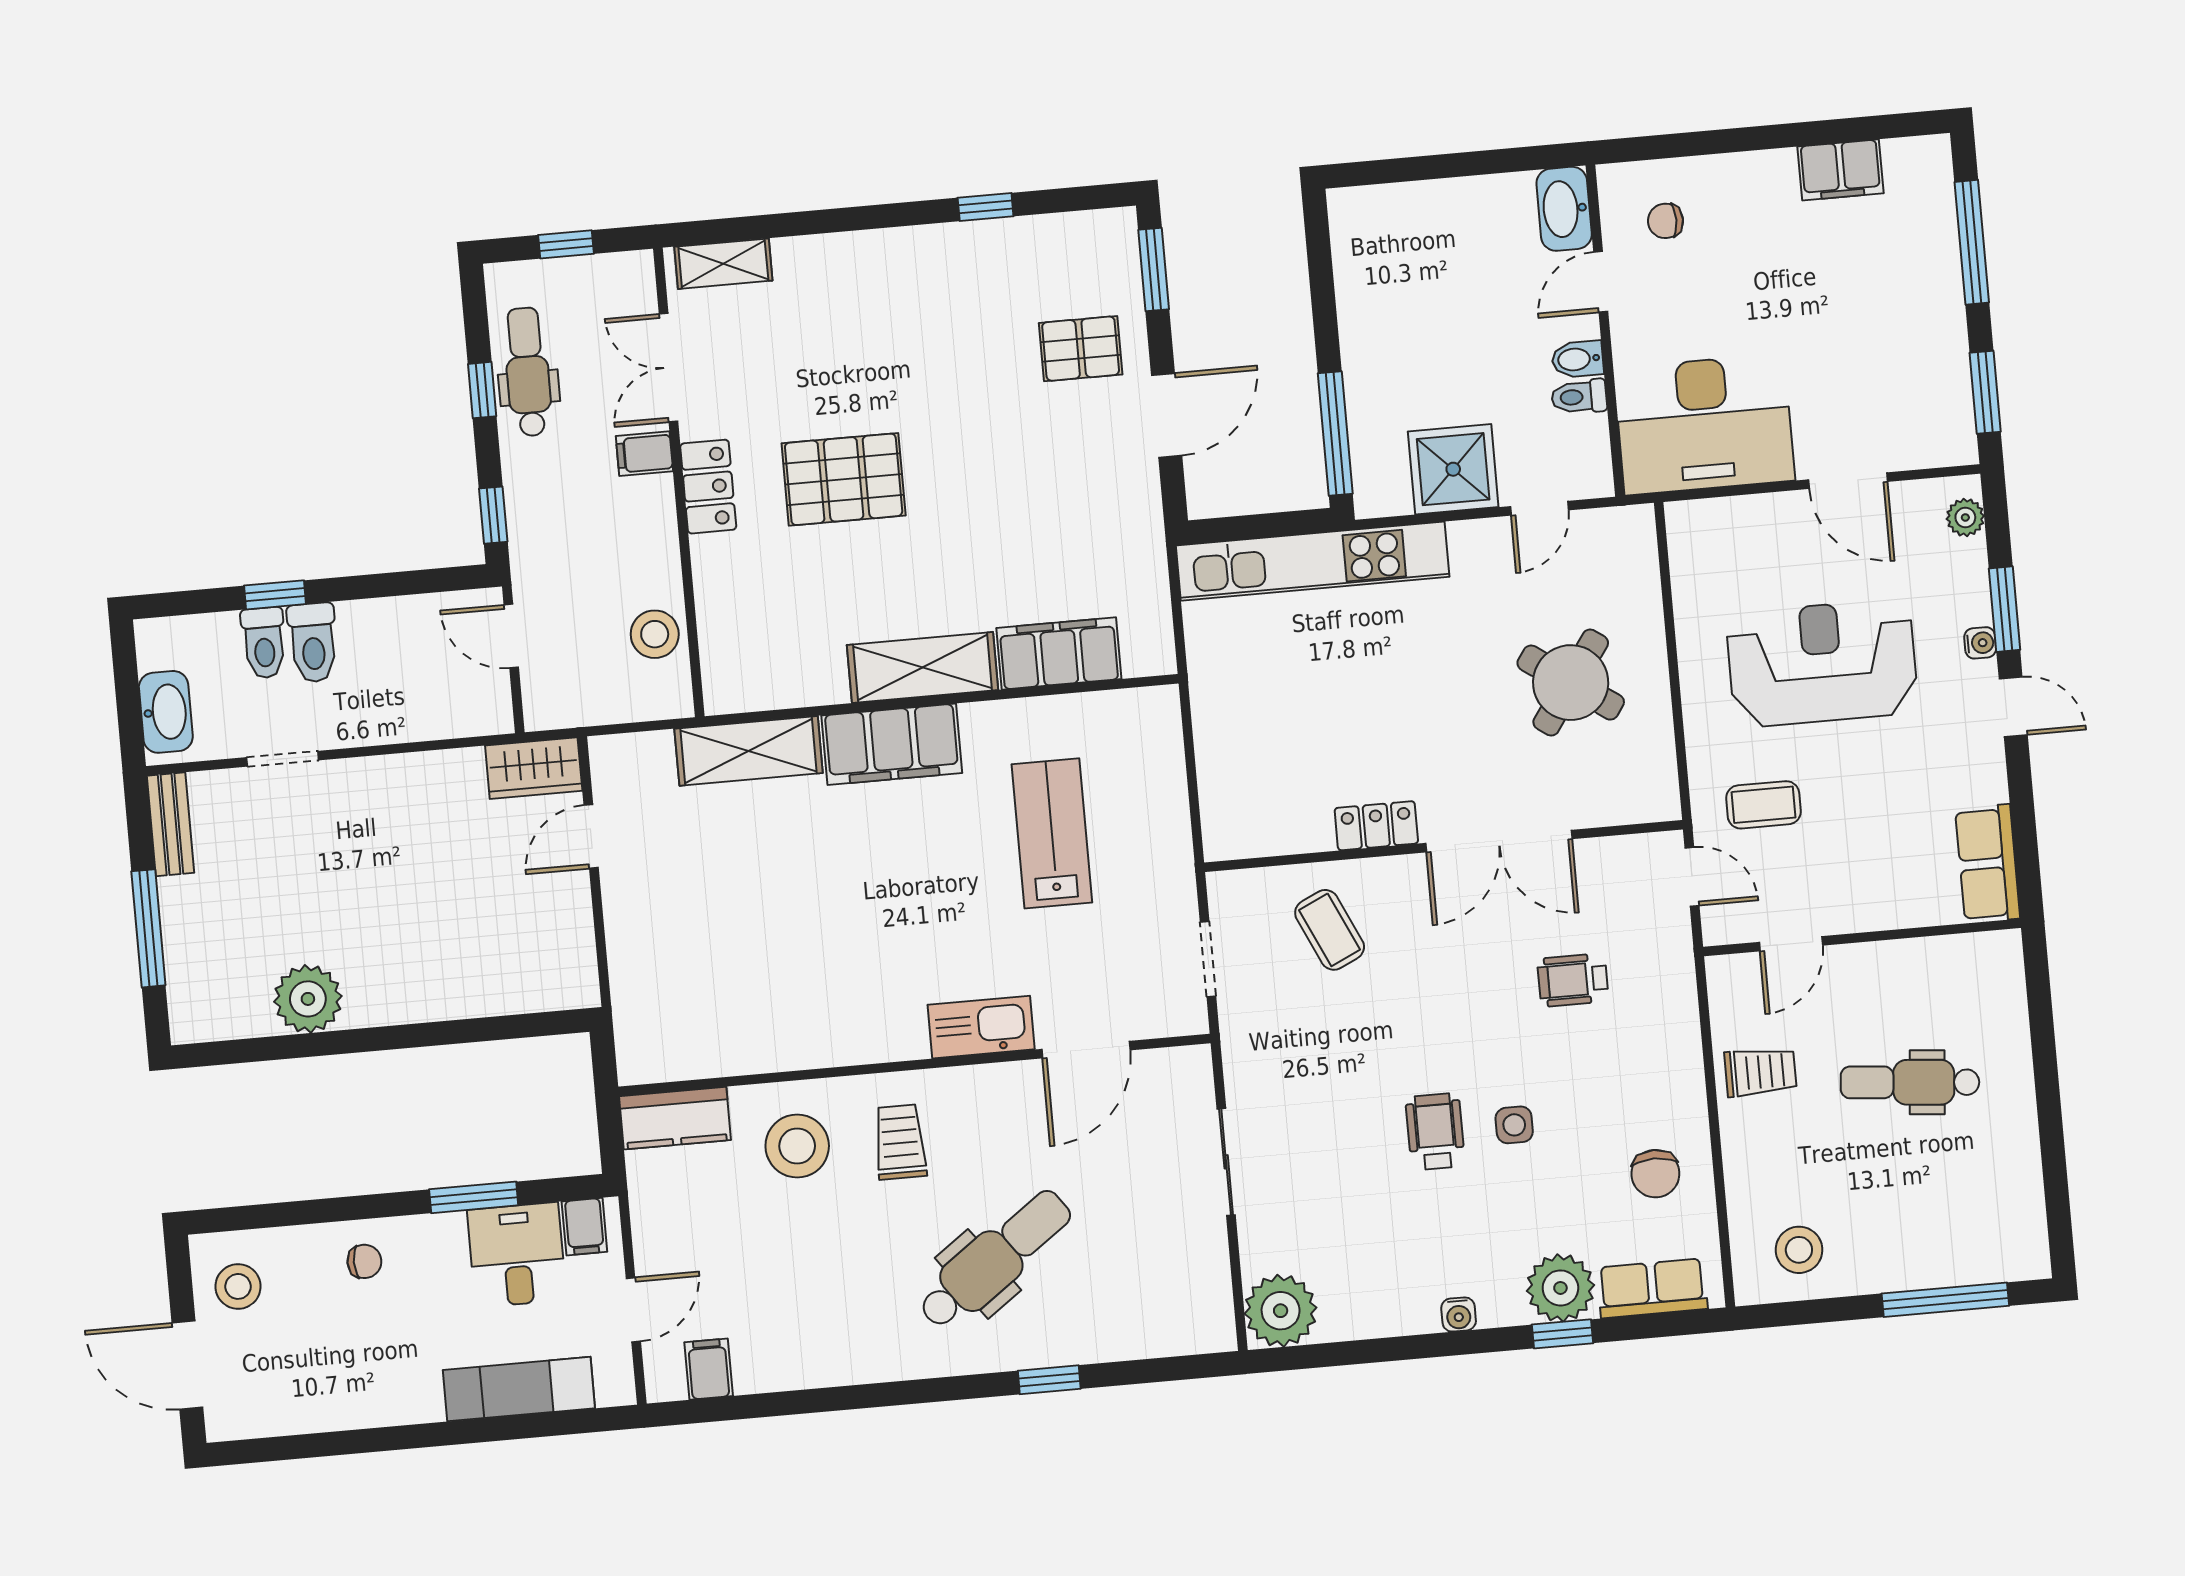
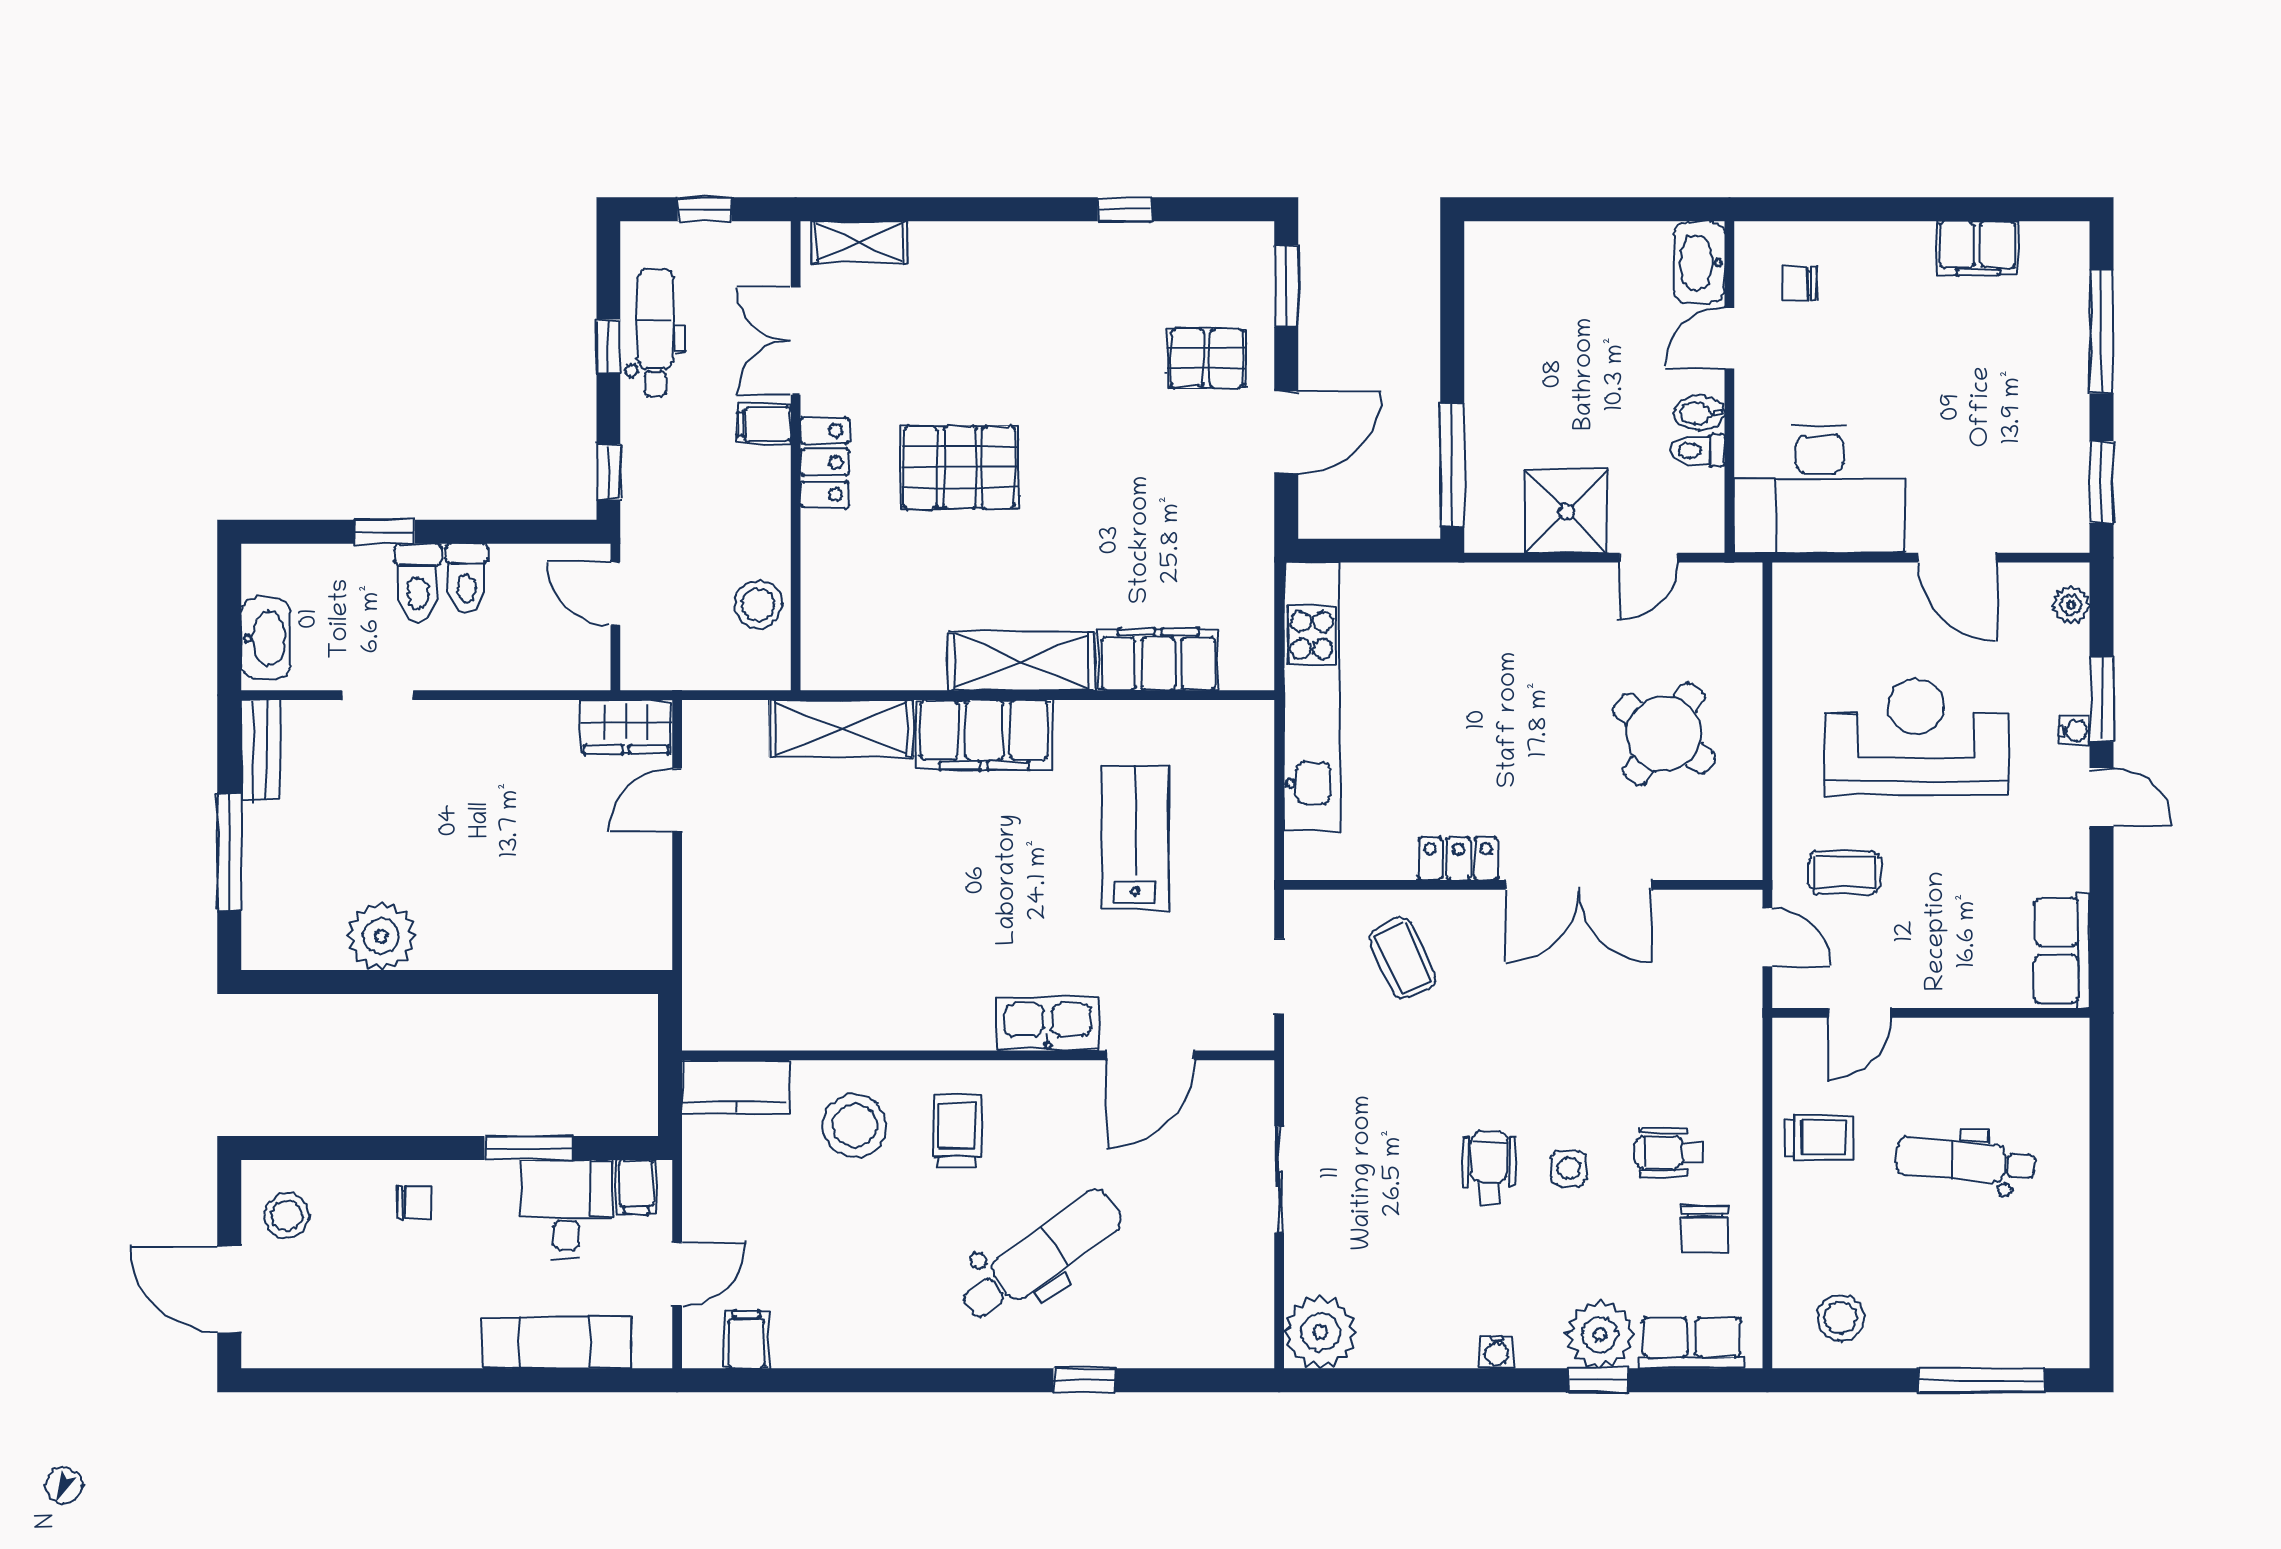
kitchen unit: (1313, 561) -> (1312, 697), moved, turned -90
toilet: (264, 643) -> (467, 578), moved
wheelchair: (1573, 980) -> (1669, 1152), moved

